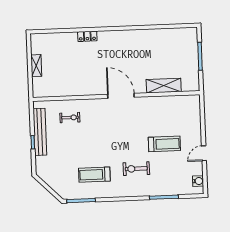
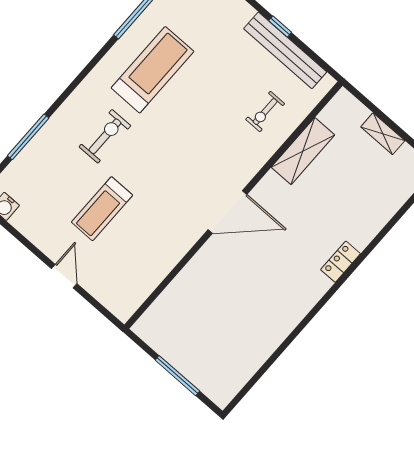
locker: (87, 36) -> (340, 262), moved
shelving: (164, 86) -> (303, 151), moved
door: (204, 153) -> (64, 276), moved
treadmill: (94, 175) -> (153, 70), width x1.37, depth x1.38

